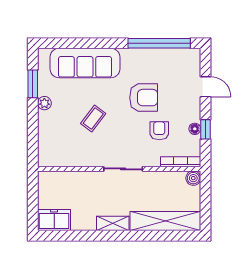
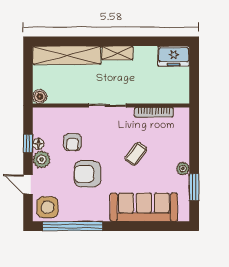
side table: (185, 63) -> (47, 207), added
plant: (191, 113) -> (42, 160), added
bookcase: (181, 162) -> (154, 112), moved

